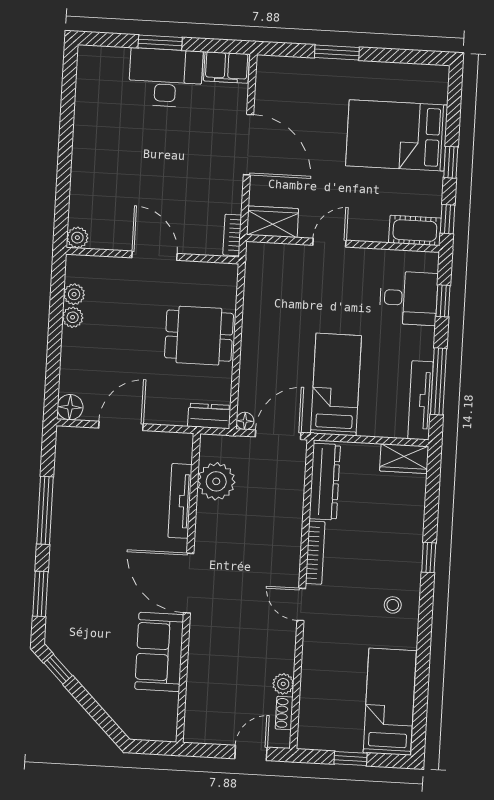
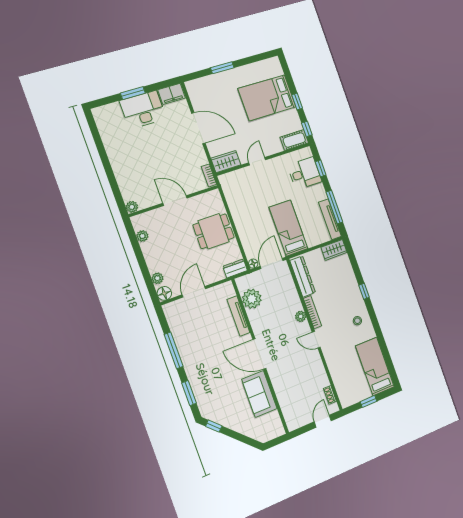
plant: (73, 317) -> (157, 278), moved
plant: (283, 684) -> (301, 316), moved

